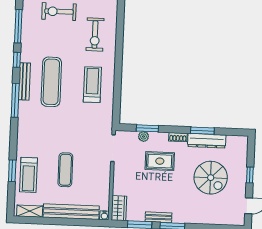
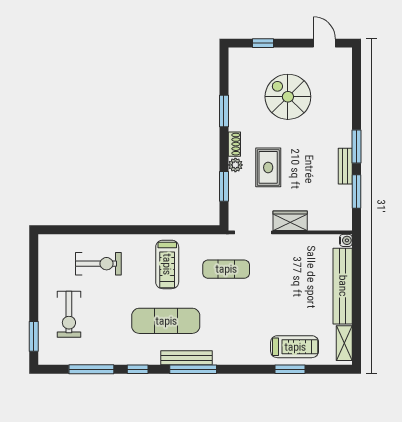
bench: (24, 81) -> (186, 358), moved
treadmill: (92, 85) -> (167, 264), turned -90
plant: (143, 136) -> (235, 165), moved
dresser: (207, 141) -> (238, 104), removed
exercise mat: (65, 170) -> (226, 269), moved
window: (250, 175) -> (263, 43), moved
spiral stairs: (211, 178) -> (288, 97), turned -90
wardrobe: (119, 208) -> (290, 221), moved

